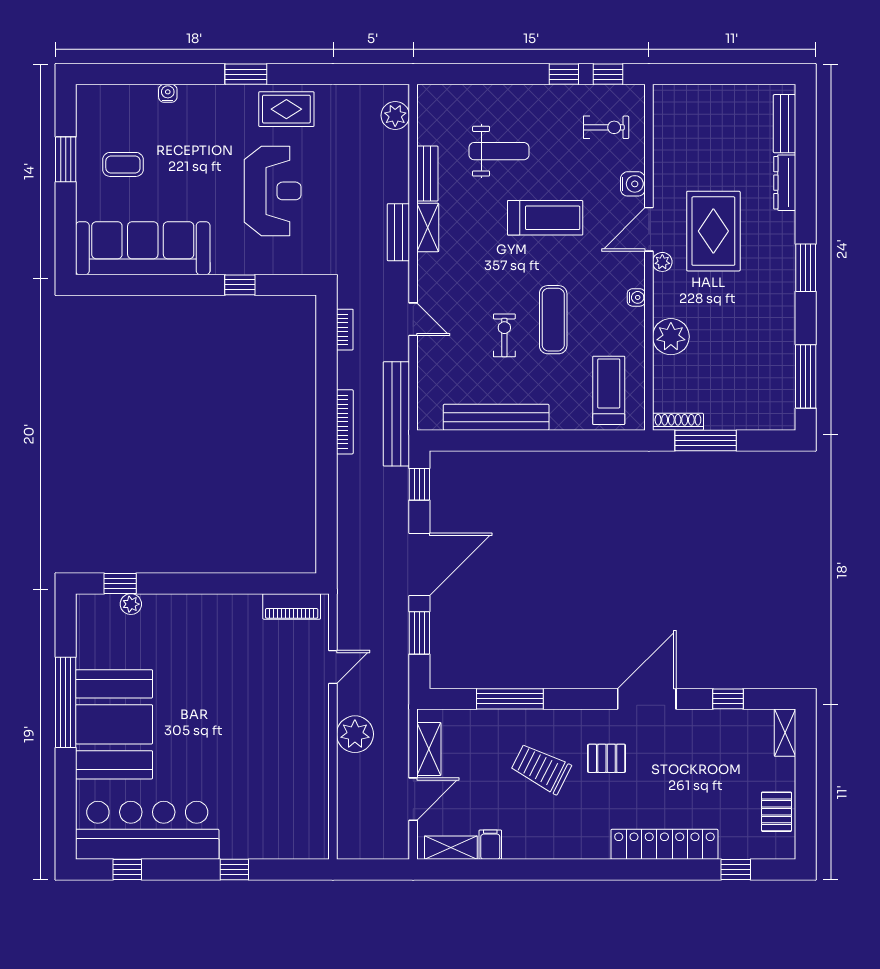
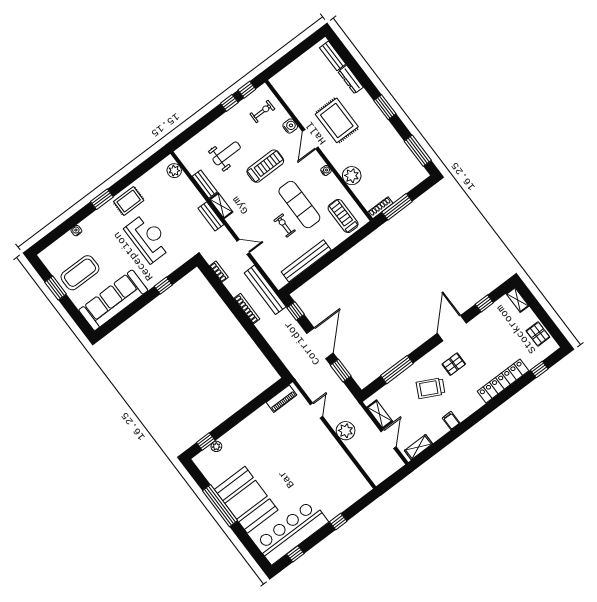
coffee table: (123, 164) -> (80, 273), width x1.86, depth x1.72
plant: (662, 262) -> (326, 148), removed
exercise mat: (553, 320) -> (299, 205), width x1.36, depth x1.45
filing cabinet: (490, 845) -> (451, 421), moved

